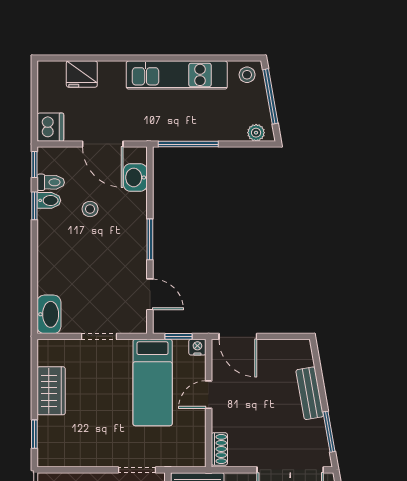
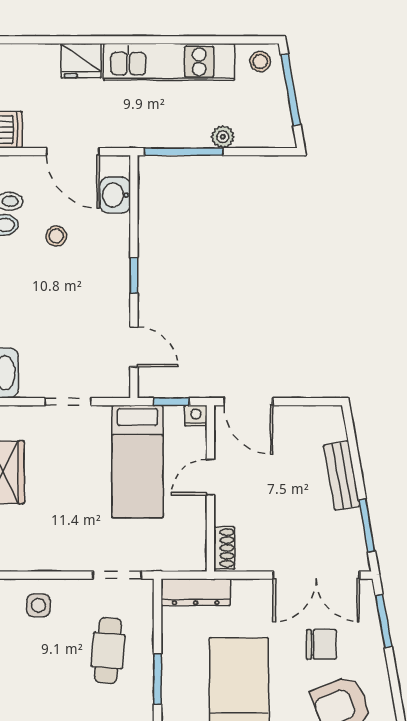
fridge: (82, 74) -> (81, 61), moved
plant: (256, 133) -> (223, 137), moved
window: (150, 239) -> (134, 275), width x0.67

